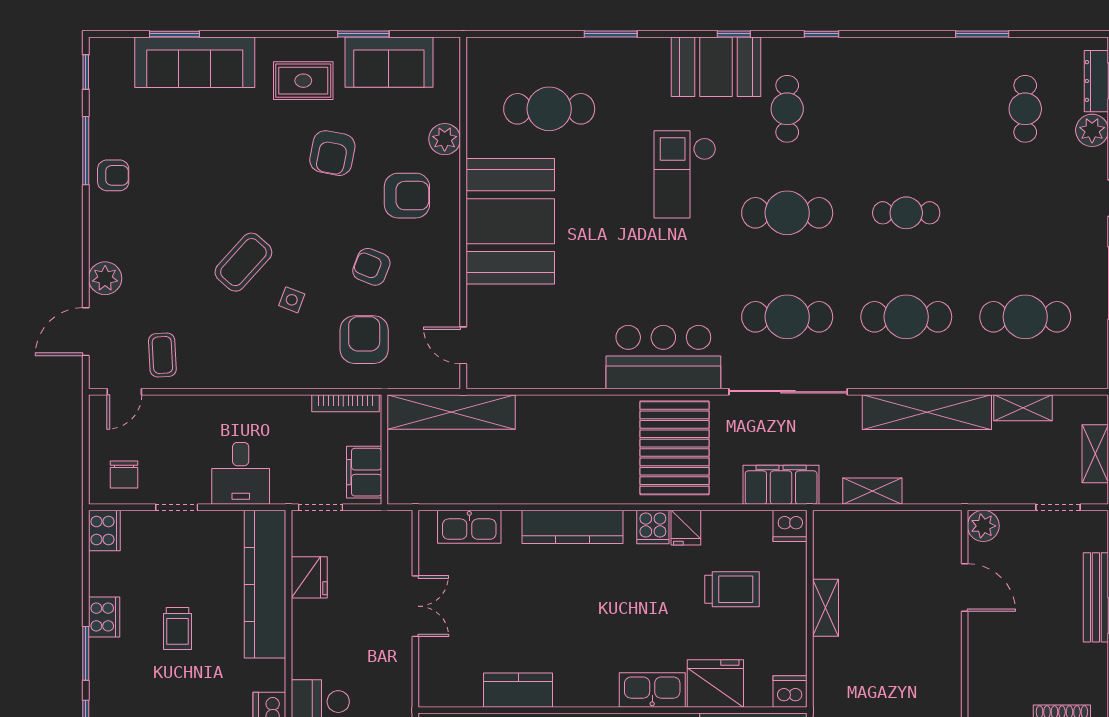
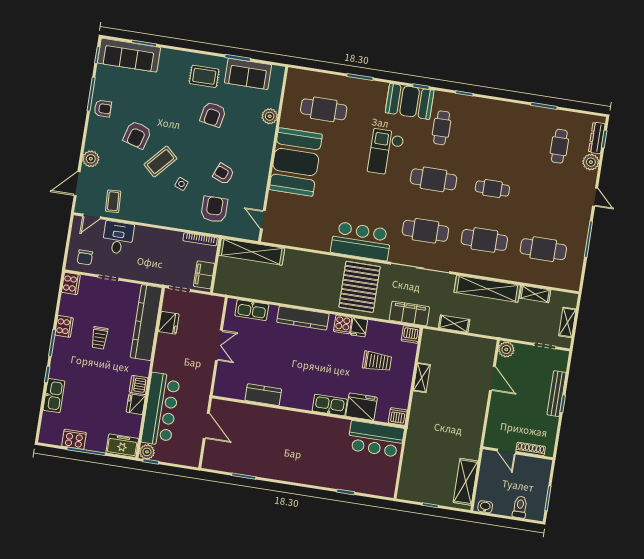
sofa: (195, 62) -> (129, 55), moved
armchair: (407, 196) -> (137, 135), moved, turned 106
desk: (241, 473) -> (118, 238), moved, turned 180

